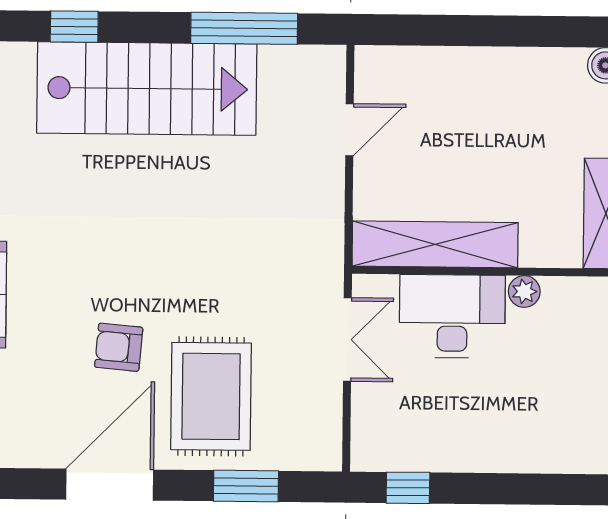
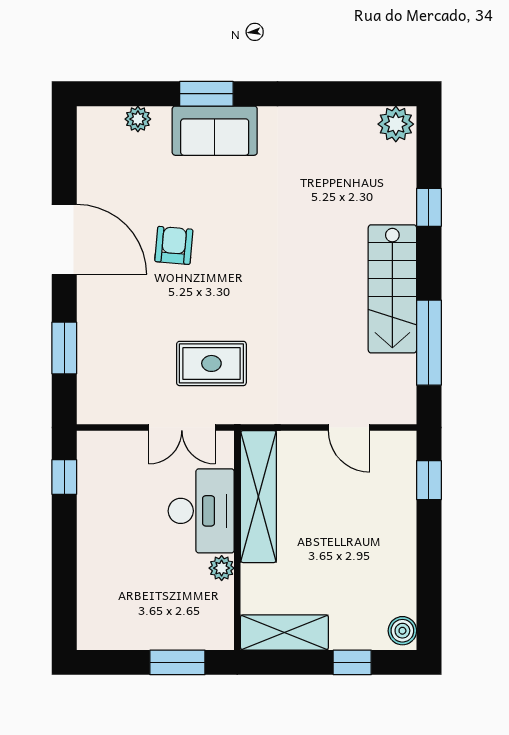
window: (417, 30) -> (429, 480), added
stairs: (147, 88) -> (392, 289), width x0.73, depth x0.66
rug: (211, 396) -> (211, 363), moved, width x0.73, depth x0.70

